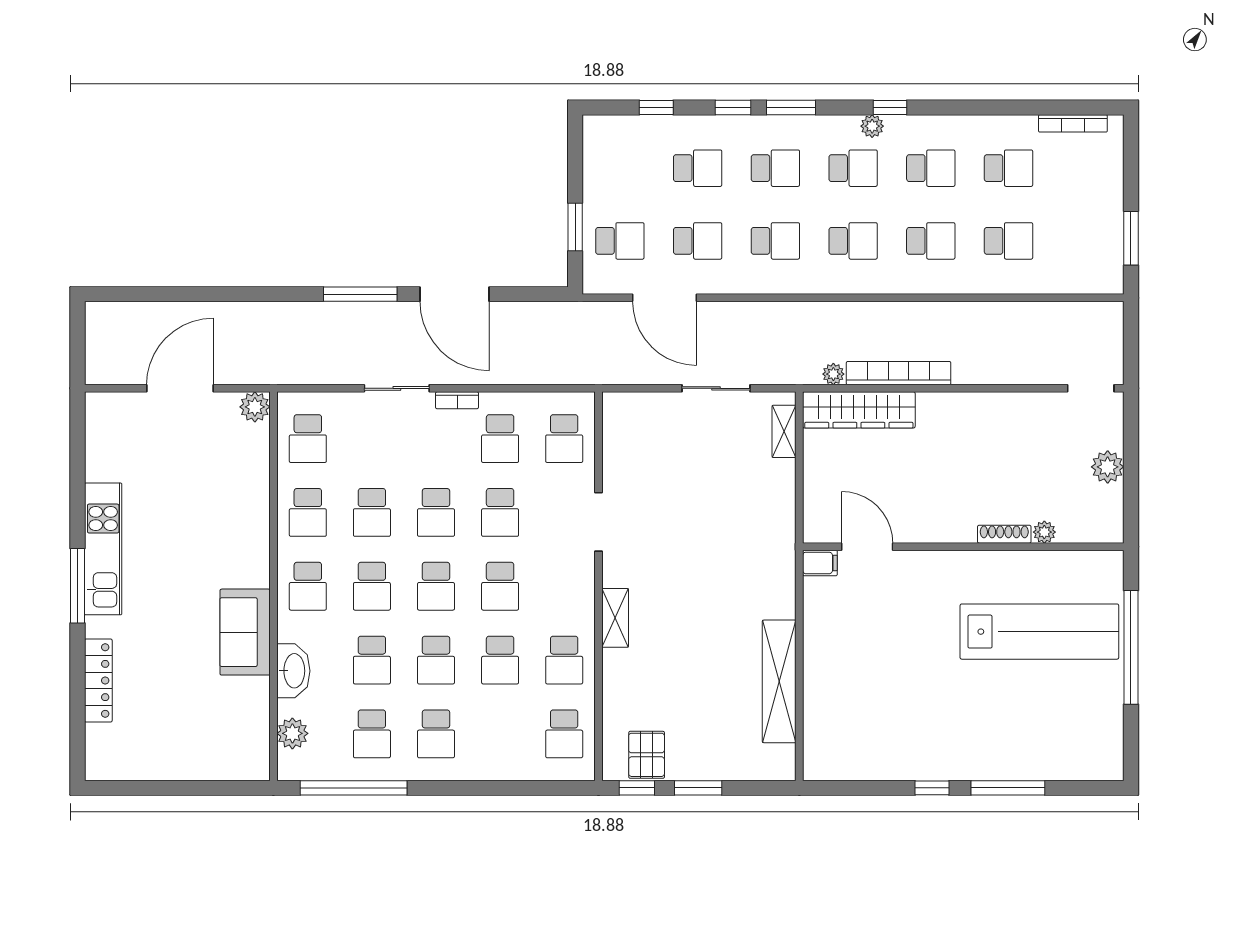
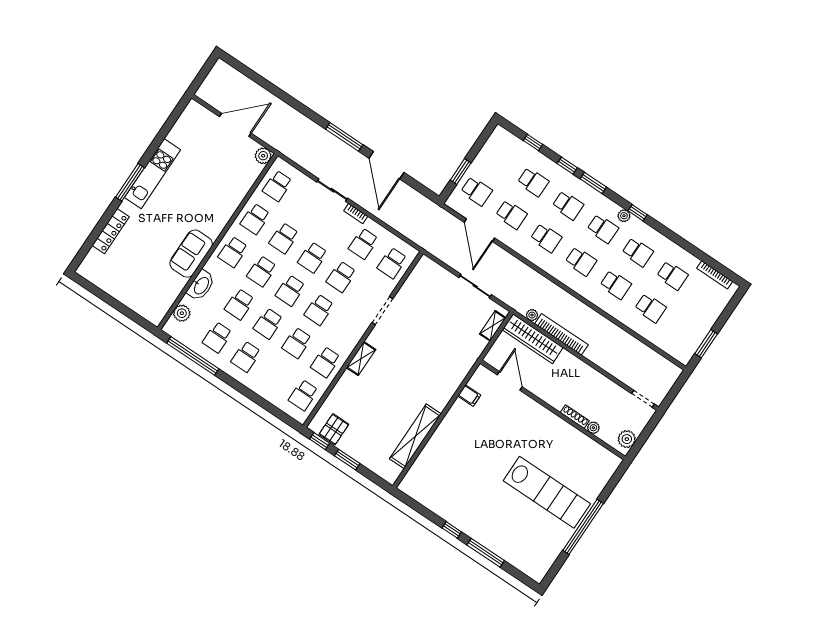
plant: (1044, 532) -> (593, 428), moved
shoe rack: (1004, 534) -> (575, 417), moved
door: (867, 547) -> (510, 381), moved
wall: (963, 547) -> (553, 410), moved

